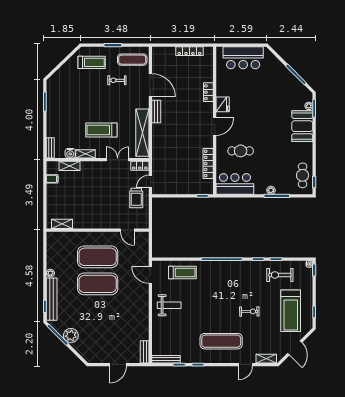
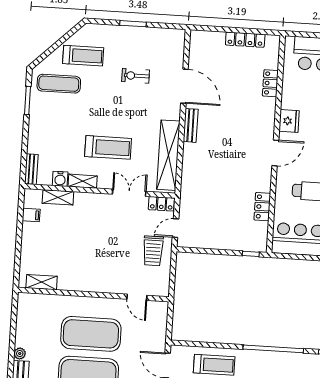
exercise mat: (132, 60) -> (59, 84), moved
treadmill: (92, 62) -> (83, 56), moved
locker: (208, 92) -> (270, 83), moved
treadmill: (101, 130) -> (108, 147), turned 180
locker: (208, 163) -> (262, 207), width x0.66

